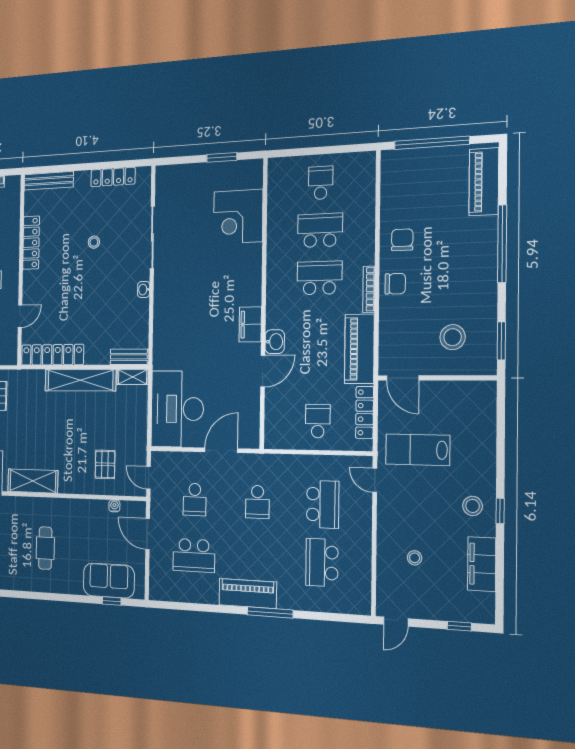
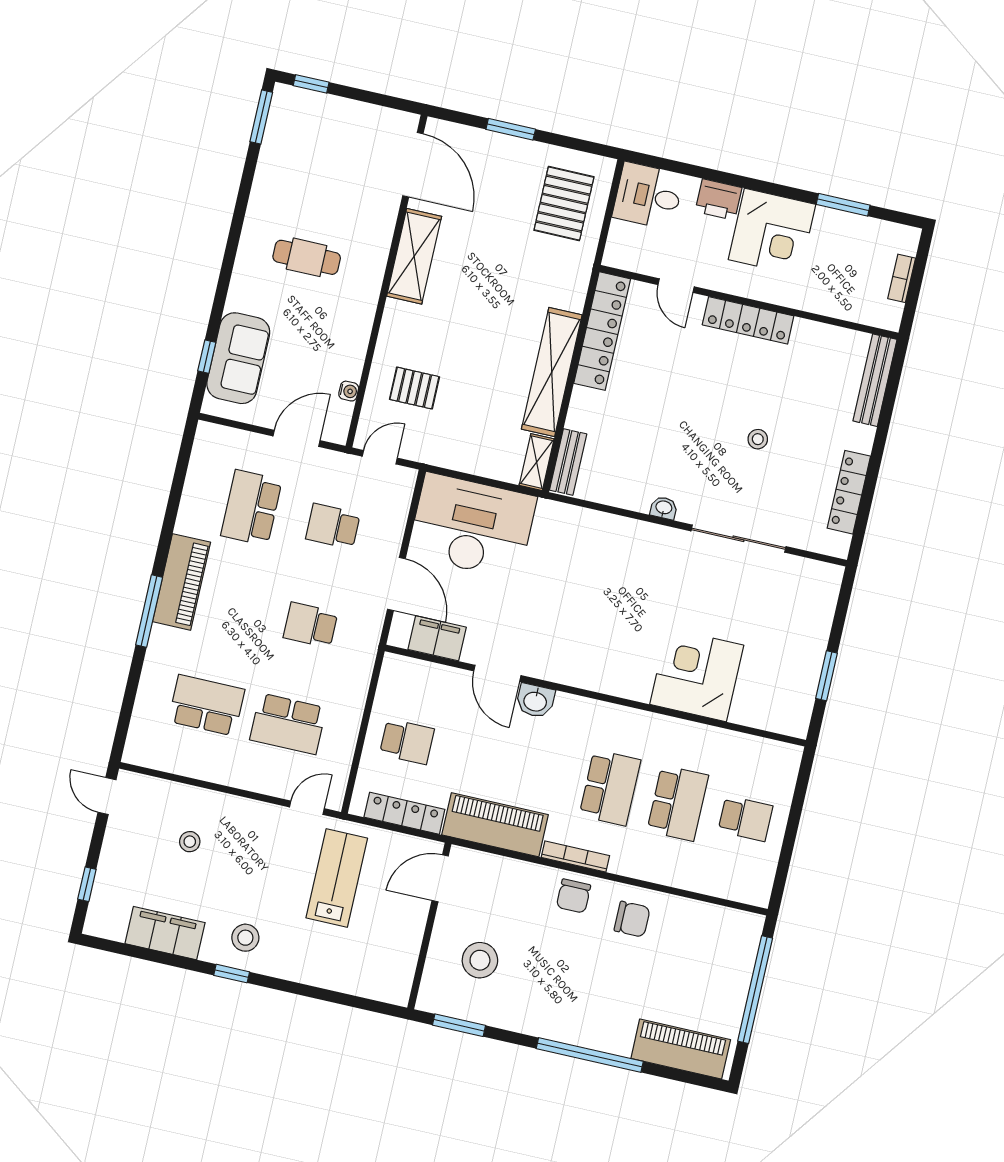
corner desk: (238, 217) -> (697, 675), moved
locker: (31, 243) -> (748, 320), moved
filing cabinet: (250, 324) -> (437, 638), moved

